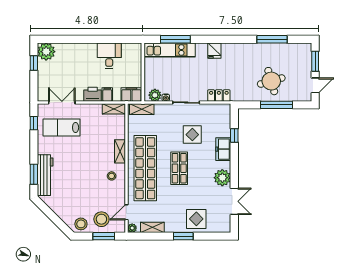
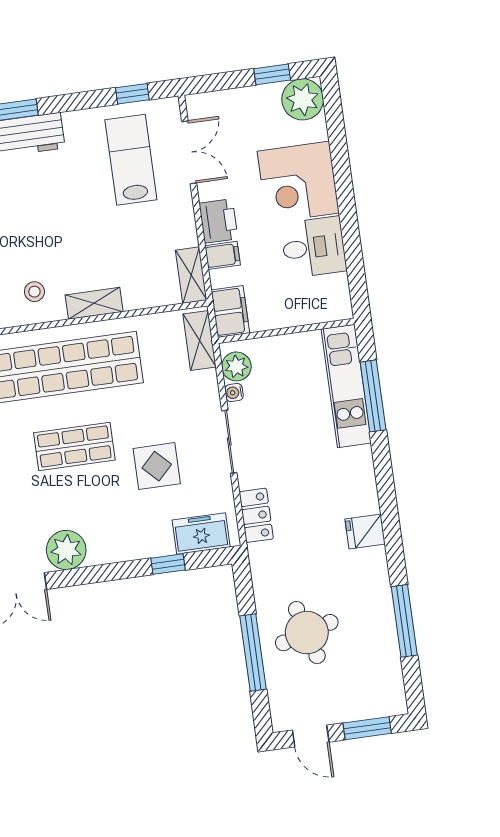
fridge: (214, 51) -> (365, 531), moved
corner desk: (81, 58) -> (298, 182), added
freezer: (223, 149) -> (201, 534), moved

